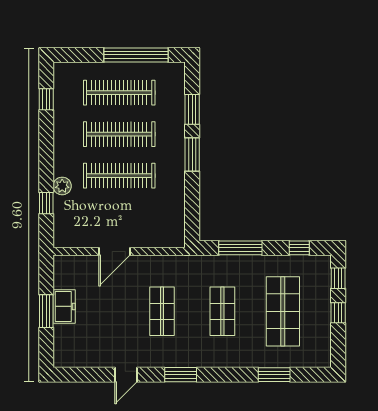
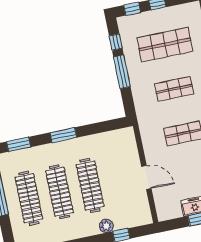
window: (192, 109) -> (19, 144), moved
window: (240, 248) -> (122, 72), moved

